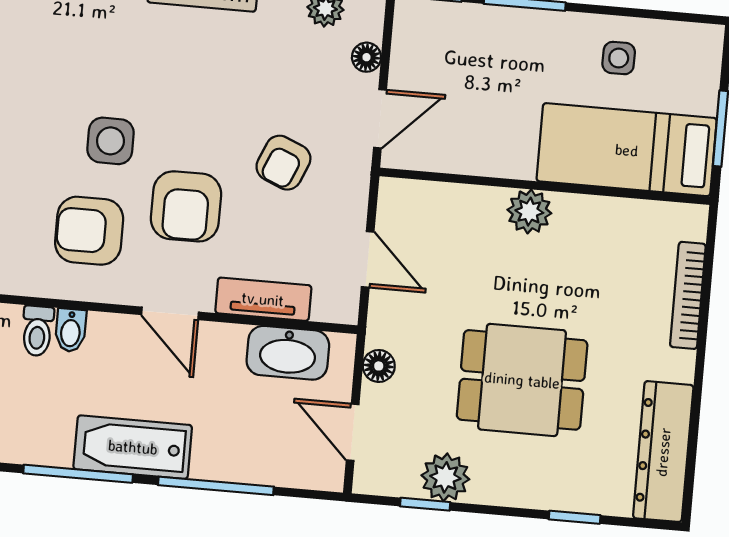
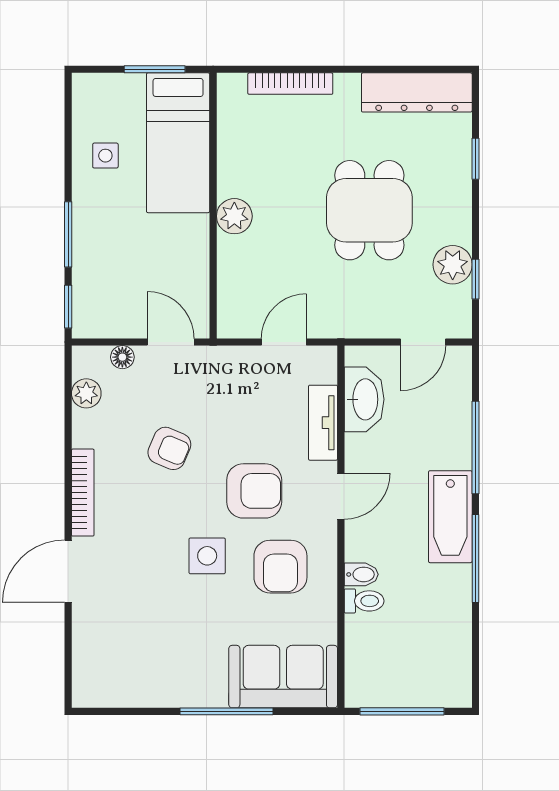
armchair: (283, 163) -> (169, 448), moved
floor lamp: (379, 366) -> (368, 326), removed

